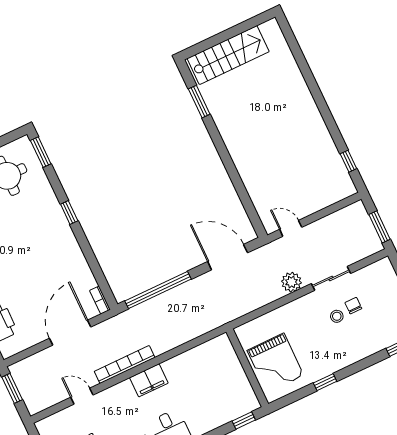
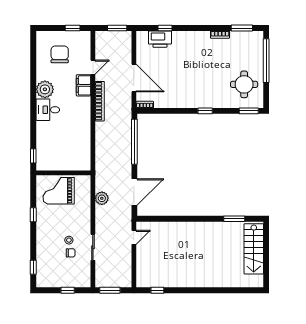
plant: (291, 282) -> (102, 198), moved
filing cabinet: (149, 380) -> (84, 85), moved

